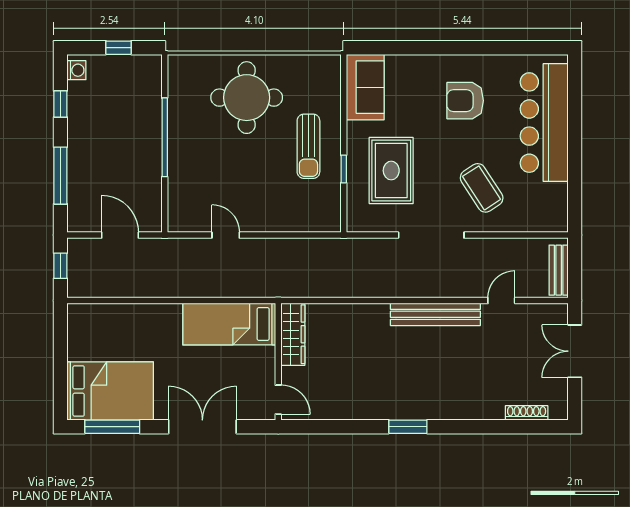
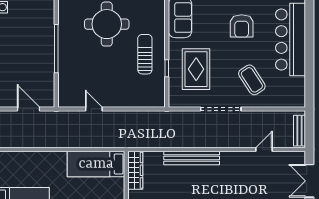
armchair: (465, 101) -> (242, 26), turned -90
sun lounger: (308, 146) -> (145, 54), turned 180
bench: (435, 314) -> (192, 158), moved

